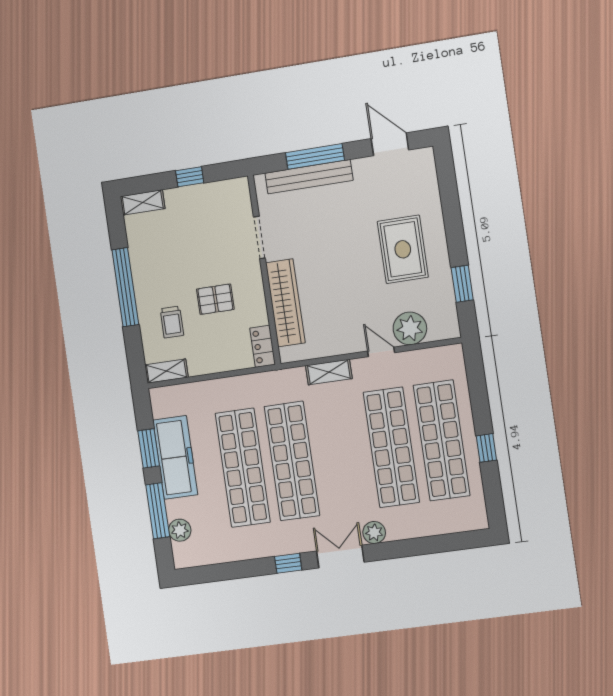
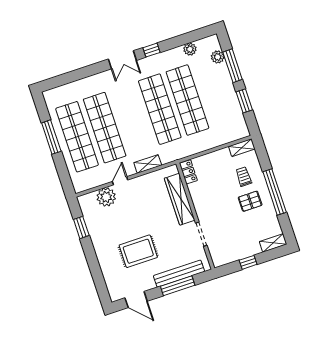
rug: (403, 249) -> (138, 251), moved, turned 90
pallet: (215, 299) -> (250, 201), moved
door: (381, 352) -> (120, 181), swing flipped
window: (486, 448) -> (51, 137), width x2.17
freezer: (175, 457) -> (228, 99), removed
plant: (374, 533) -> (190, 49), moved

